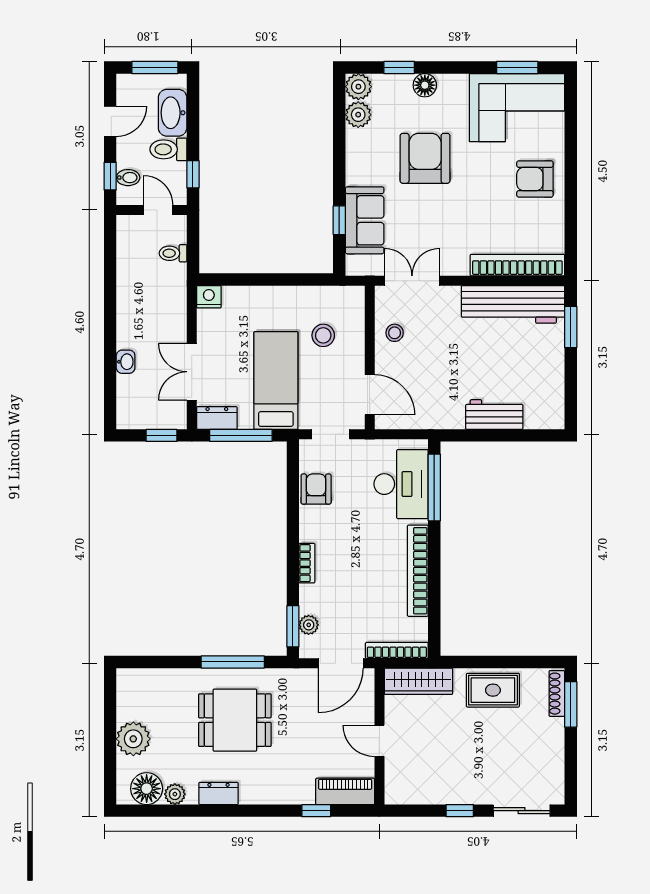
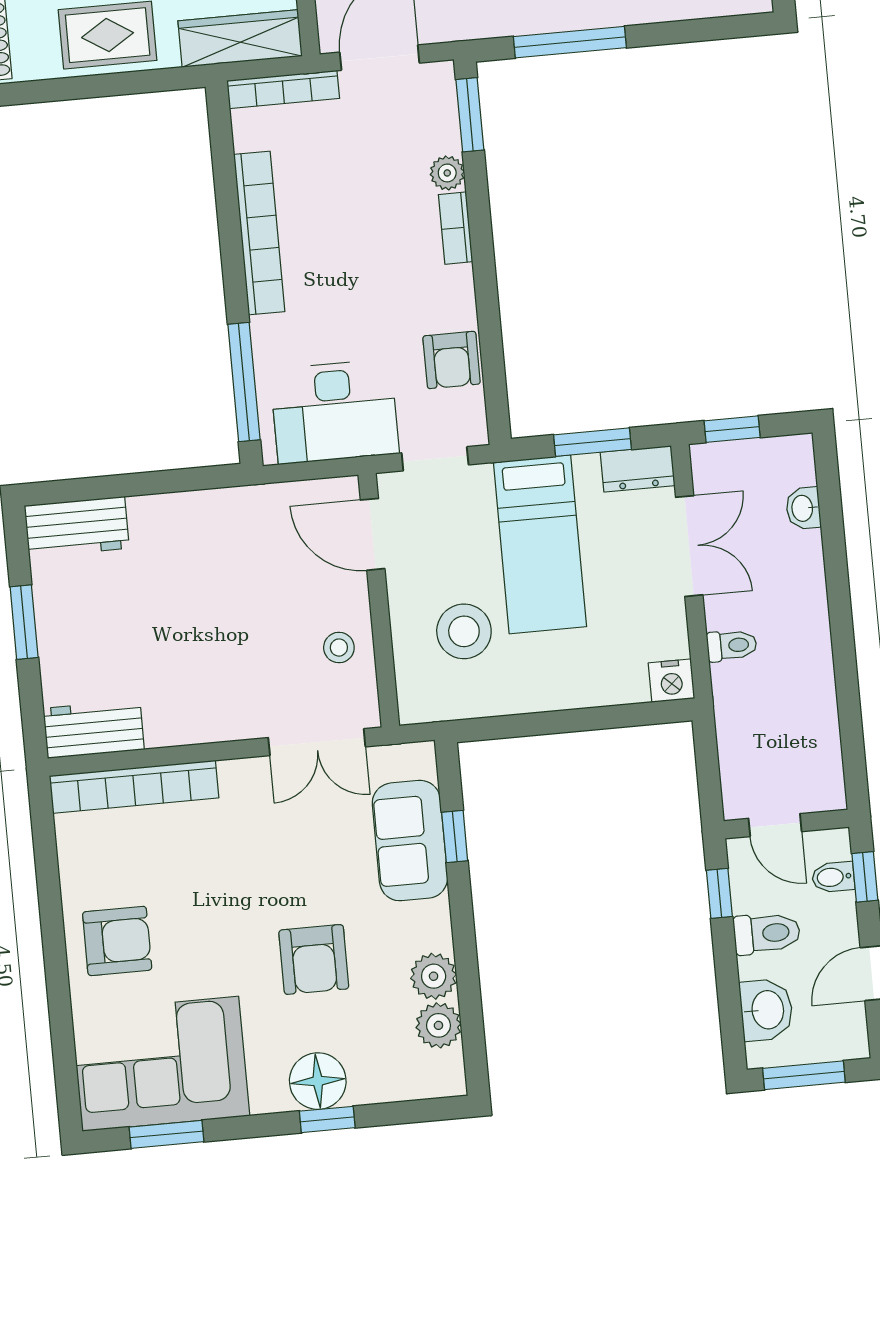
window: (399, 67) -> (327, 1119), moved
floor lamp: (425, 85) -> (318, 1081), width x1.38, depth x1.38
plant: (358, 87) -> (434, 976), moved
washbasin: (173, 113) -> (766, 1010), width x0.72
armchair: (425, 158) -> (314, 959), width x0.73, depth x0.73
toilet: (173, 253) -> (732, 645), moved
workbench: (513, 304) -> (94, 729), width x0.53, depth x0.76
window: (571, 327) -> (24, 622), moved
stool: (323, 335) -> (464, 631), width x1.38, depth x1.38
washbasin: (126, 362) -> (803, 508), moved
workbench: (494, 415) -> (77, 527), moved
window: (241, 435) -> (593, 442), width x0.69
desk: (401, 484) -> (335, 411), moved, turned -90
plant: (309, 625) -> (447, 173), moved

